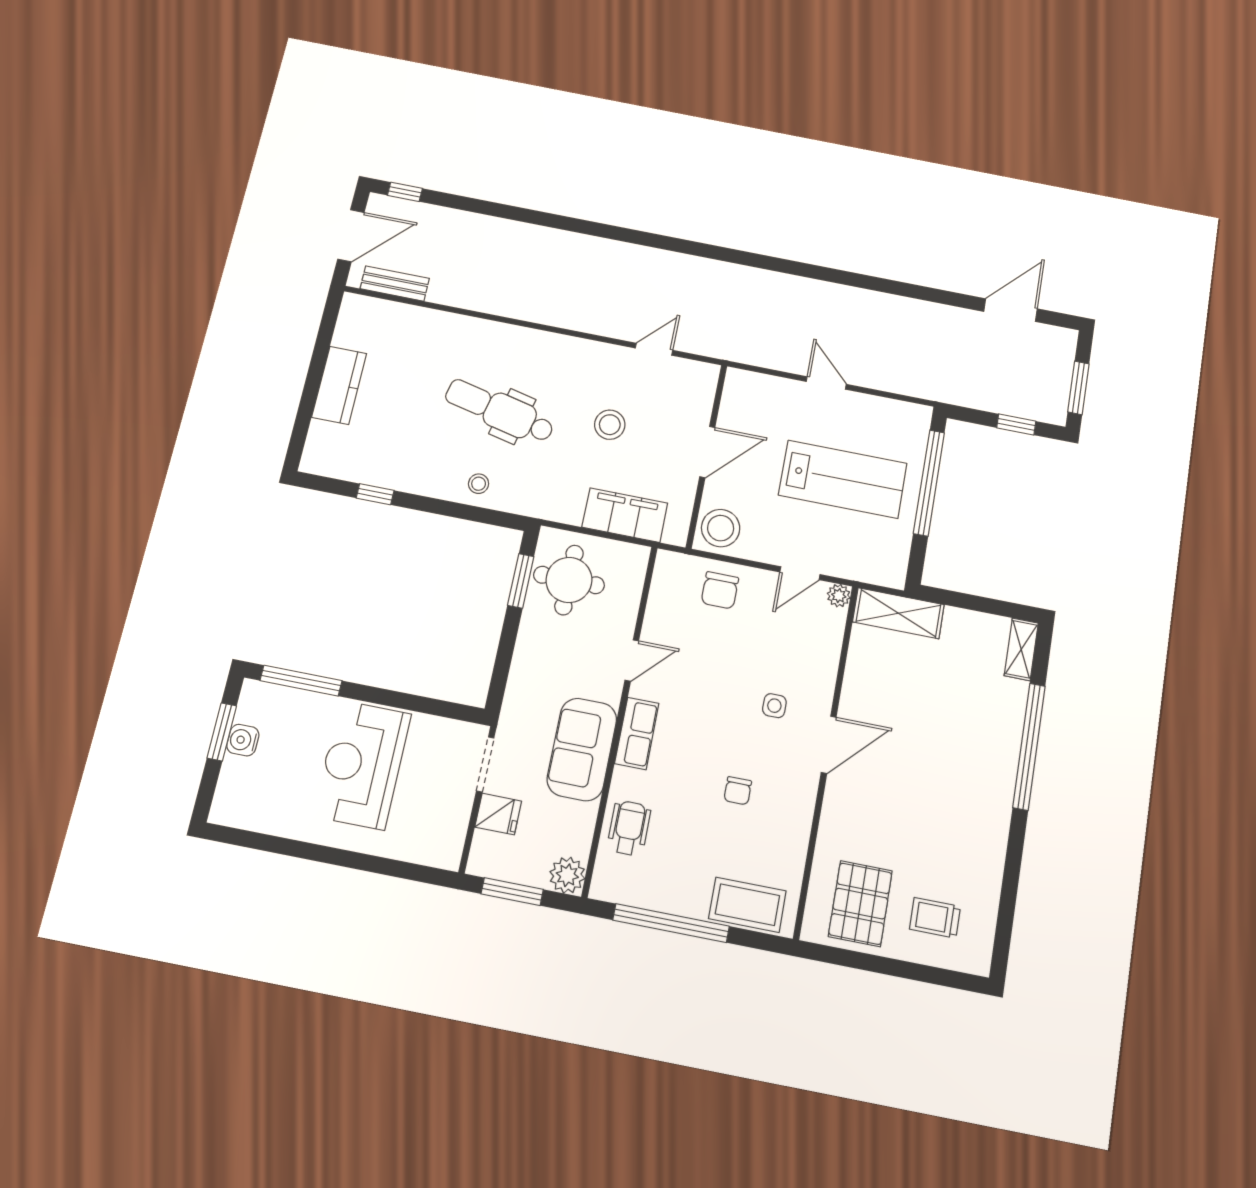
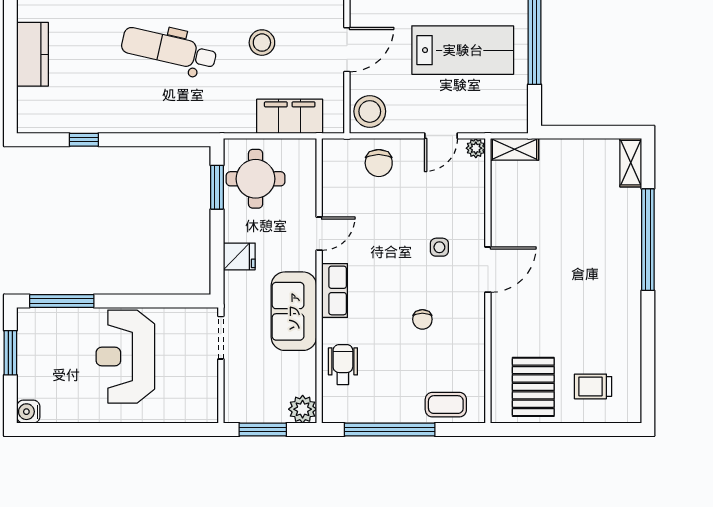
stool: (479, 484) -> (165, 114), removed
shelving: (898, 613) -> (515, 149), width x0.67, depth x0.75
water cooler: (243, 740) -> (28, 412), moved
fridge: (498, 814) -> (239, 256), moved
coffee table: (747, 905) -> (446, 405), width x0.73, depth x0.77

